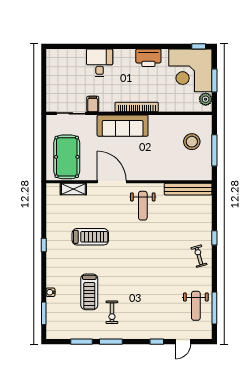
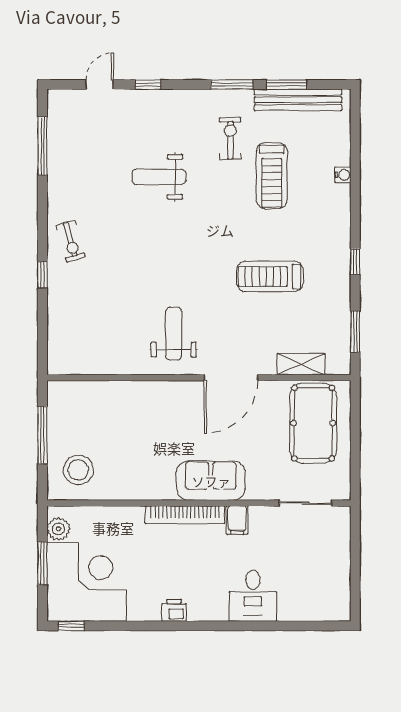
printer: (148, 58) -> (174, 610), width x0.53, depth x0.68
filing cabinet: (93, 104) -> (237, 520), moved
sofa: (123, 126) -> (211, 481), width x0.73
stool: (192, 142) -> (78, 470), moved
door: (112, 182) -> (231, 378), hinge flipped
bench: (188, 189) -> (298, 100), moved
treadmill: (89, 292) -> (272, 176), turned 180
weight bench: (196, 306) -> (159, 177), moved, turned -90
window: (44, 313) -> (355, 332), moved

